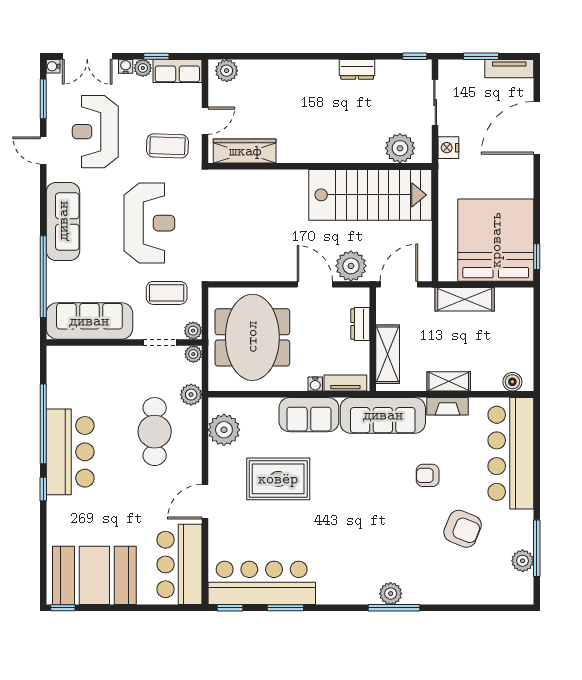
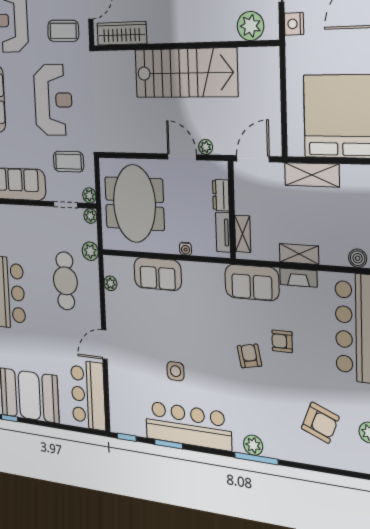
stairs: (370, 195) -> (186, 73), moved
plant: (351, 266) -> (206, 147), width x0.53, depth x0.53
shelving: (388, 354) -> (243, 234), width x0.67, depth x0.75
tv unit: (345, 383) -> (223, 232), moved, turned -90
sofa: (309, 415) -> (158, 274), moved
sofa: (383, 415) -> (252, 283), width x0.73
plant: (224, 430) -> (110, 283), width x0.53, depth x0.53
rug: (278, 479) -> (159, 331), removed
armchair: (389, 495) -> (249, 356), added
side table: (298, 522) -> (176, 371), added
armchair: (463, 529) -> (320, 423), moved
bar counter: (262, 583) -> (188, 426), moved

